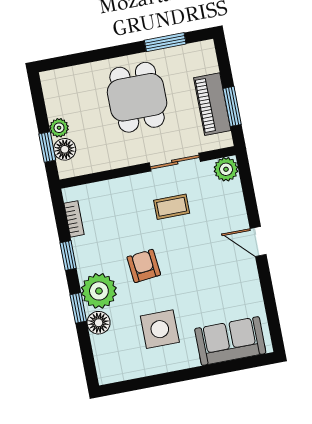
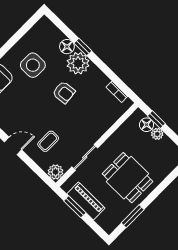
coffee table: (172, 207) -> (48, 141), moved
window: (68, 255) -> (107, 71), removed

